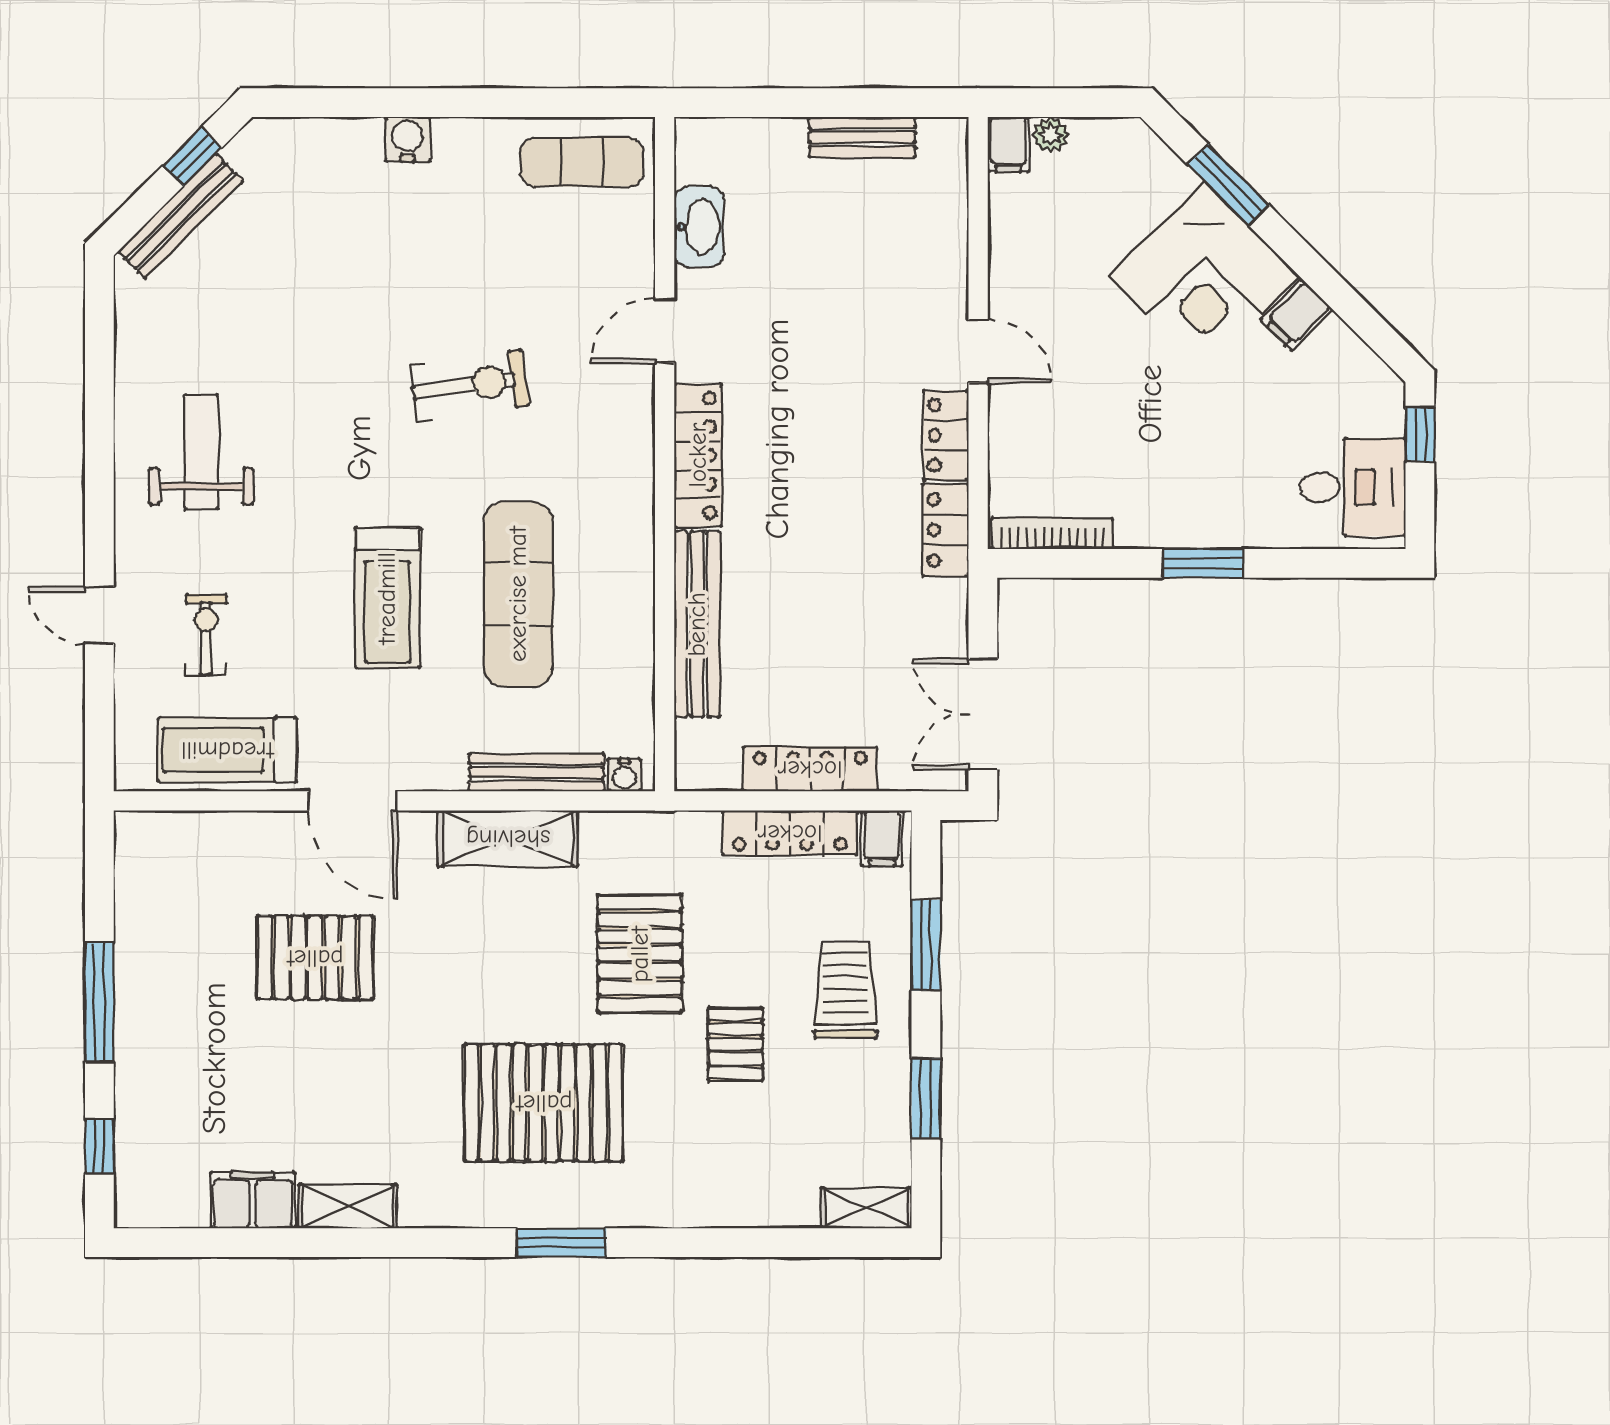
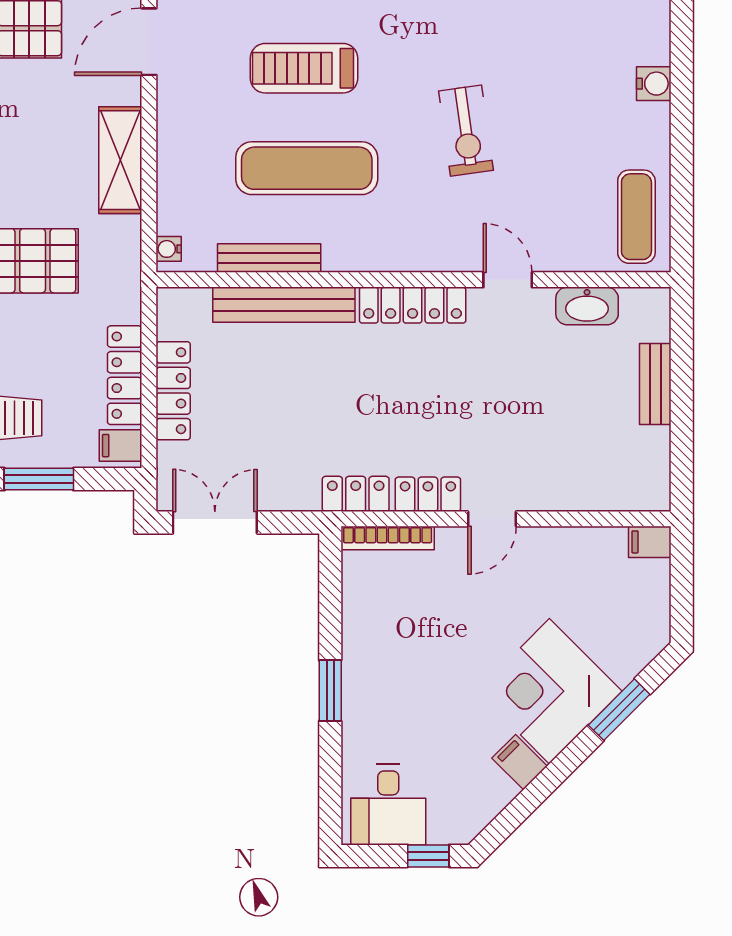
plant: (1050, 135) -> (657, 574), removed
bench: (862, 137) -> (655, 384), moved
bookcase: (1052, 534) -> (388, 538), moved, turned 90
bench: (537, 772) -> (269, 258), moved, turned 90

